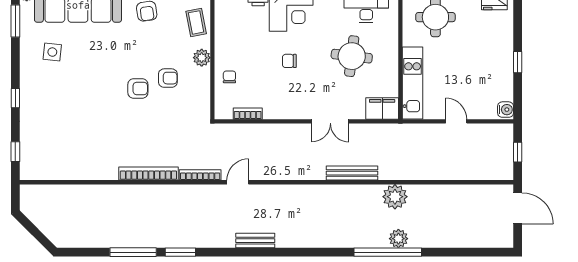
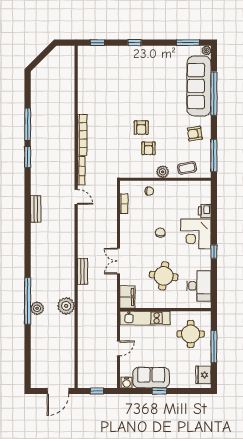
side table: (52, 52) -> (166, 68), removed
sofa: (498, 74) -> (151, 378), added
bench: (352, 173) -> (83, 271), width x0.73

